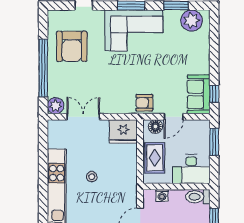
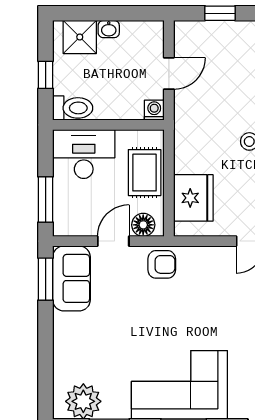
window: (214, 94) -> (46, 279), width x1.50
fridge: (123, 131) -> (193, 198), moved, turned 90
washing machine: (162, 195) -> (154, 110), moved

